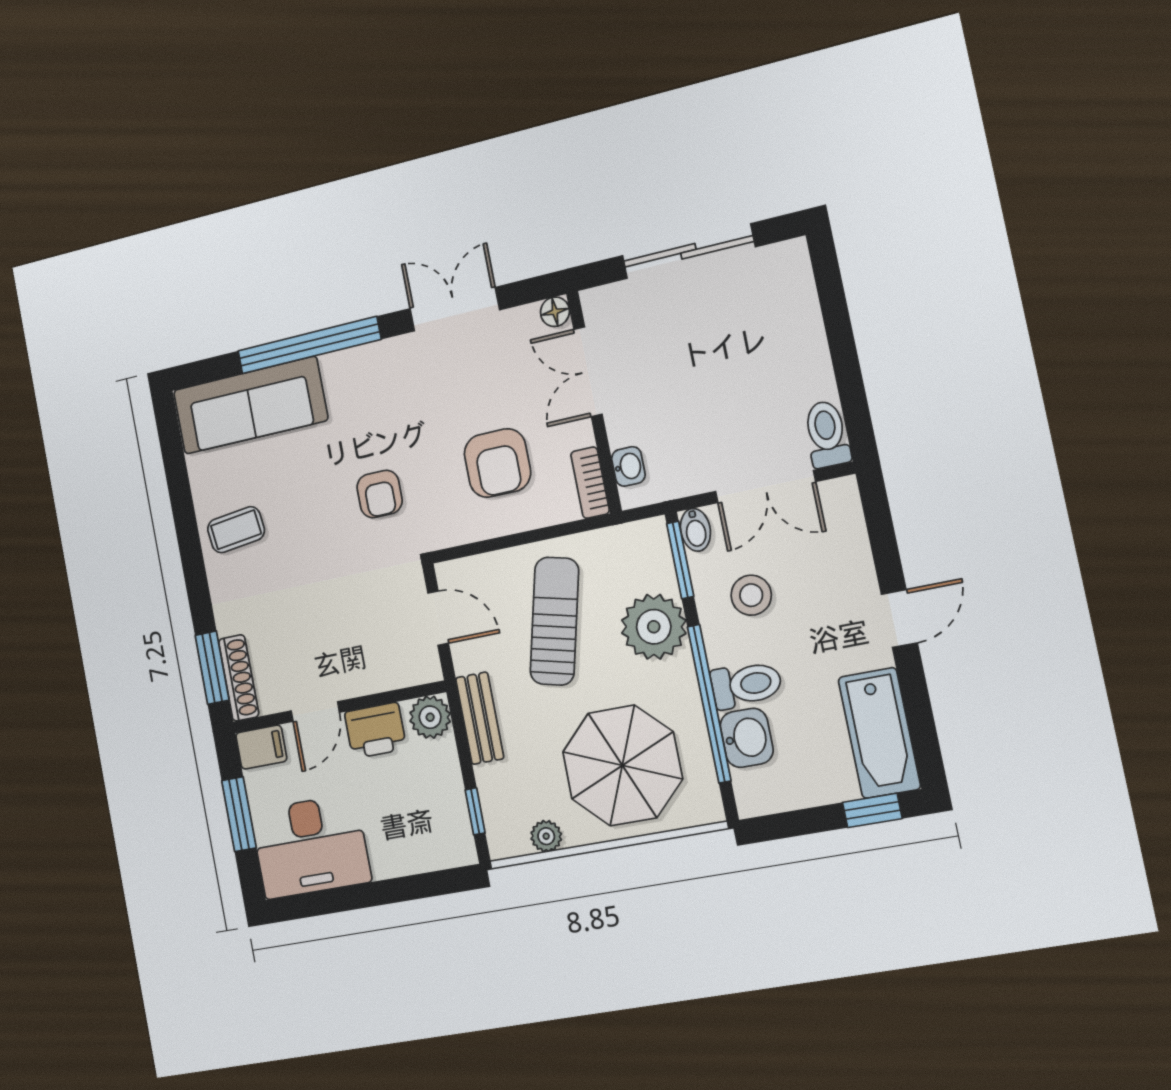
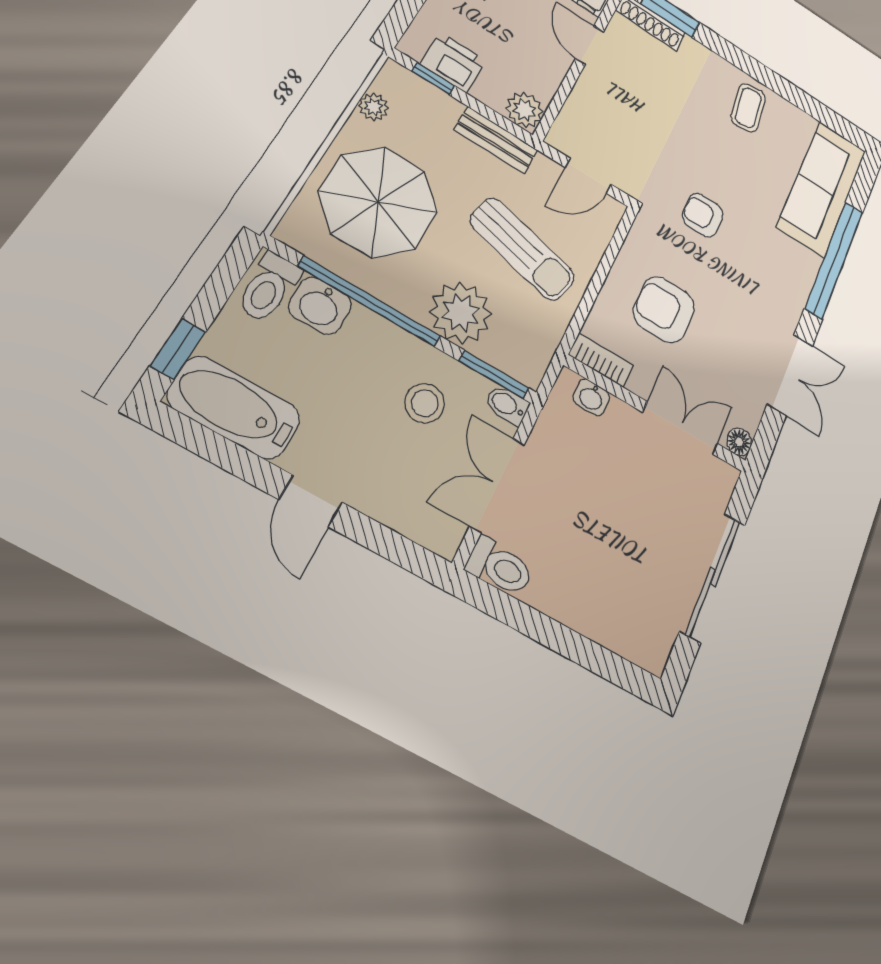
toilet: (746, 685) -> (269, 287), moved
printer: (375, 730) -> (453, 62), moved, turned 90

